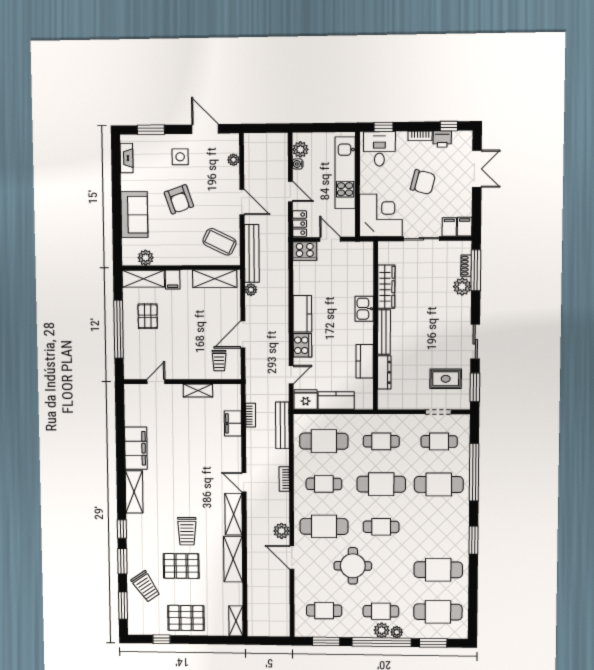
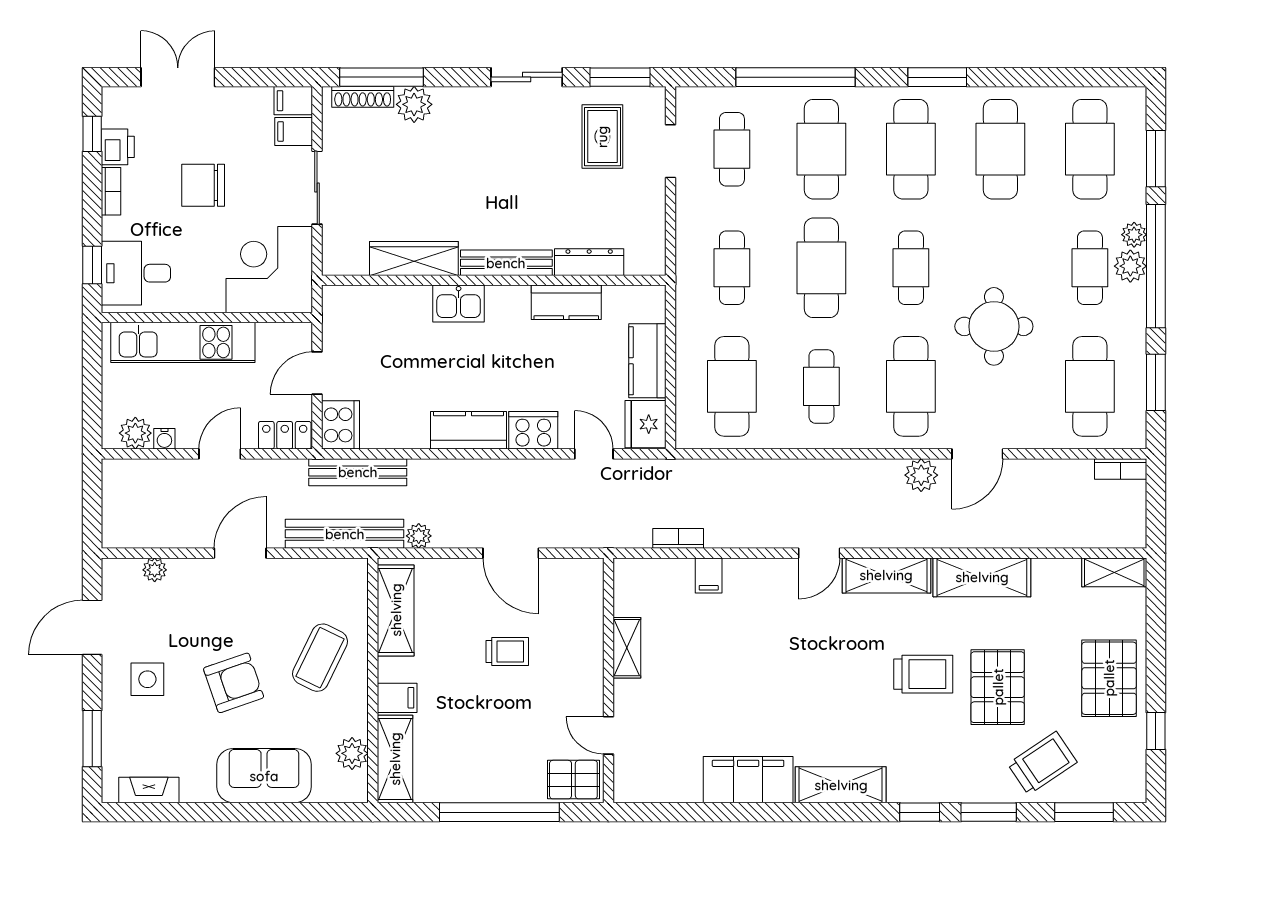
chair: (423, 182) -> (203, 185), turned -105
coffee table: (219, 242) -> (320, 658), moved
shoe rack: (466, 266) -> (363, 97), width x1.43
pallet: (148, 316) -> (573, 780), moved
trolley: (219, 361) -> (507, 651), moved
filing cabinet: (233, 423) -> (709, 575), width x0.50
bench: (282, 425) -> (358, 472), moved
bookcase: (284, 479) -> (1121, 469), moved
cafe table: (438, 527) -> (911, 149), added
cafe table: (324, 611) -> (1090, 386), width x1.37, depth x1.35

